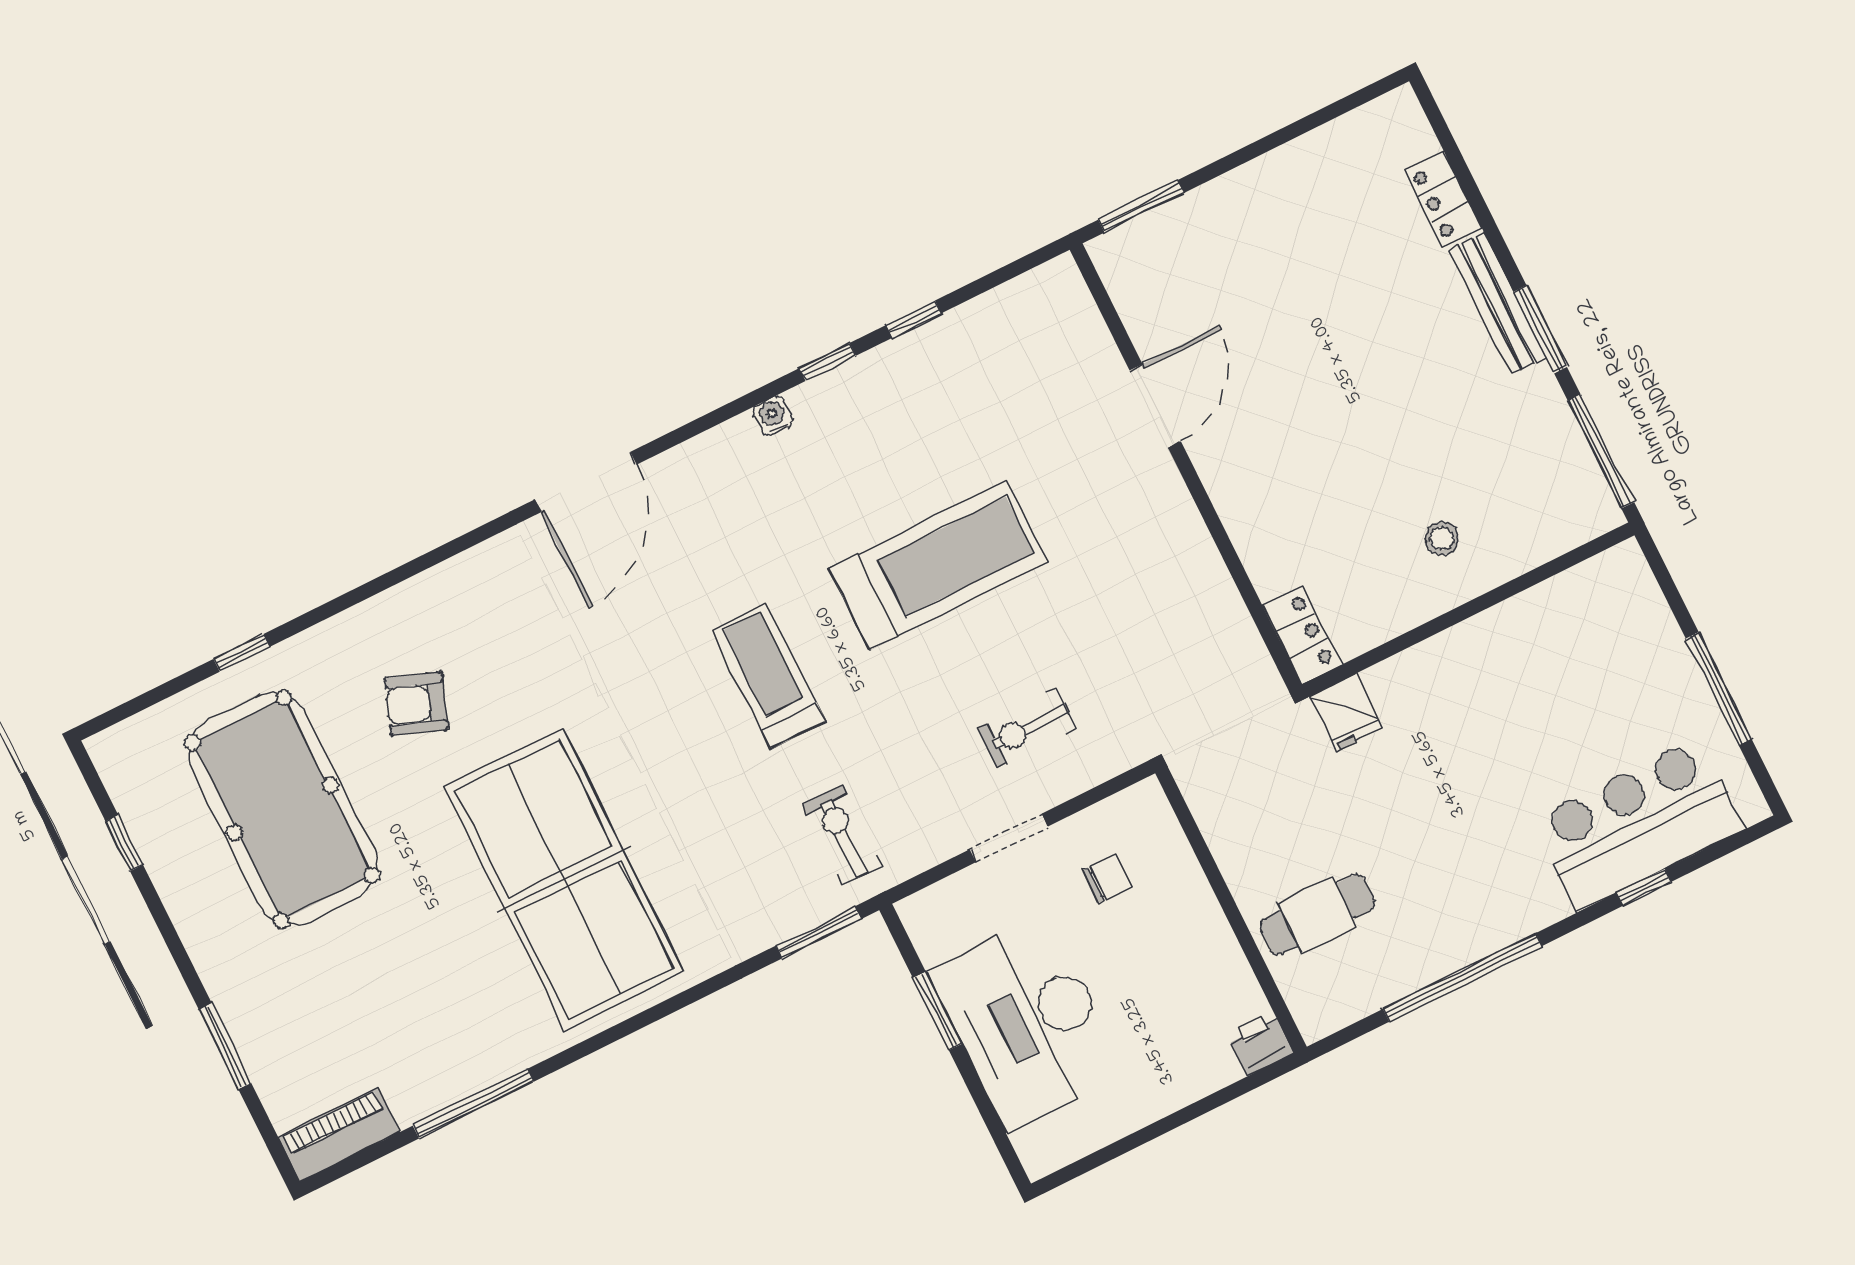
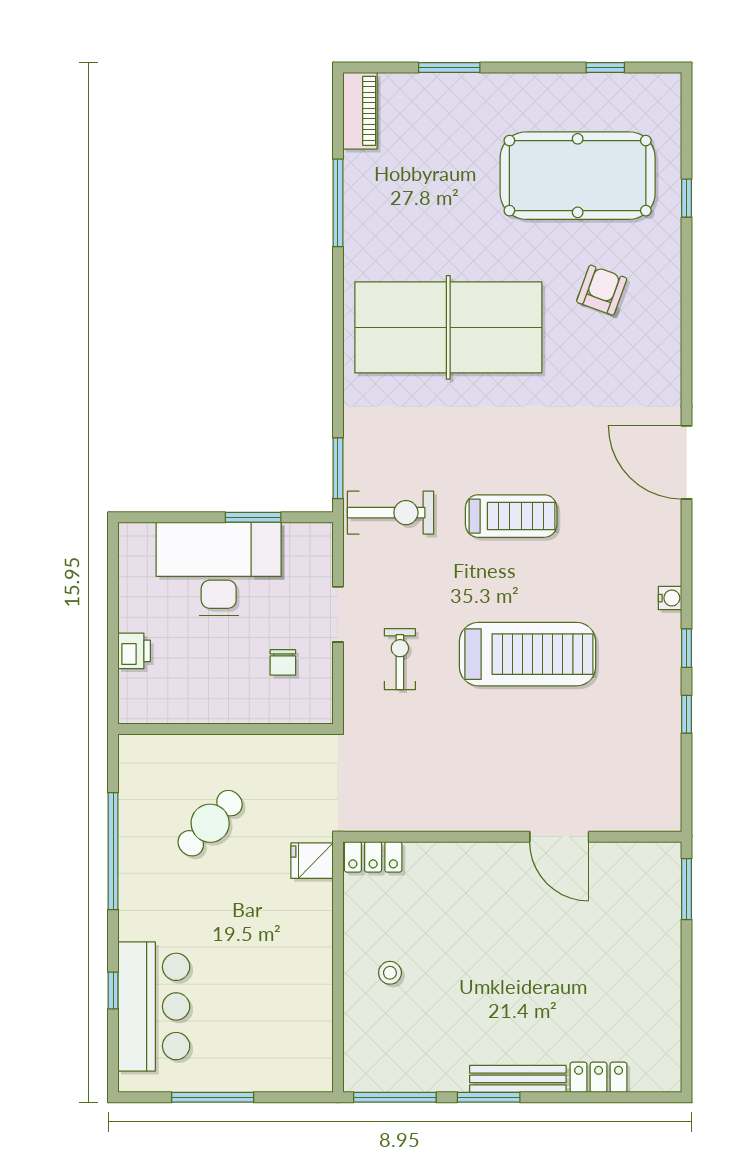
treadmill: (938, 565) -> (528, 654), turned -90
exercise bike: (842, 835) -> (390, 513), width x1.38, depth x1.39
cafe table: (1317, 915) -> (210, 823), moved, turned 44
printer: (1260, 1044) -> (134, 651), moved

